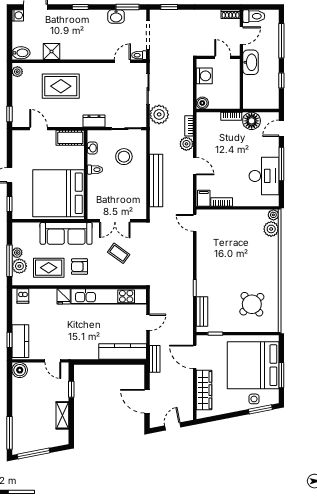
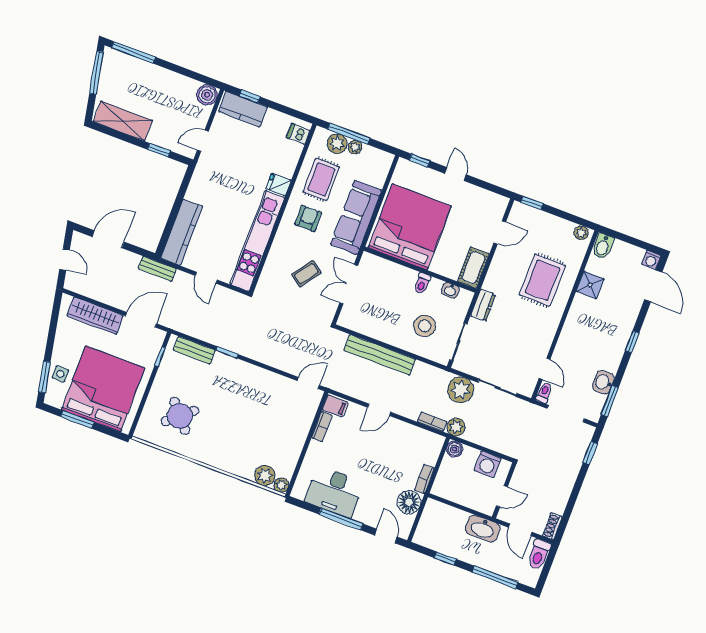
plant: (186, 144) -> (456, 427), moved
shelving: (62, 415) -> (123, 121), width x1.50, depth x1.33

